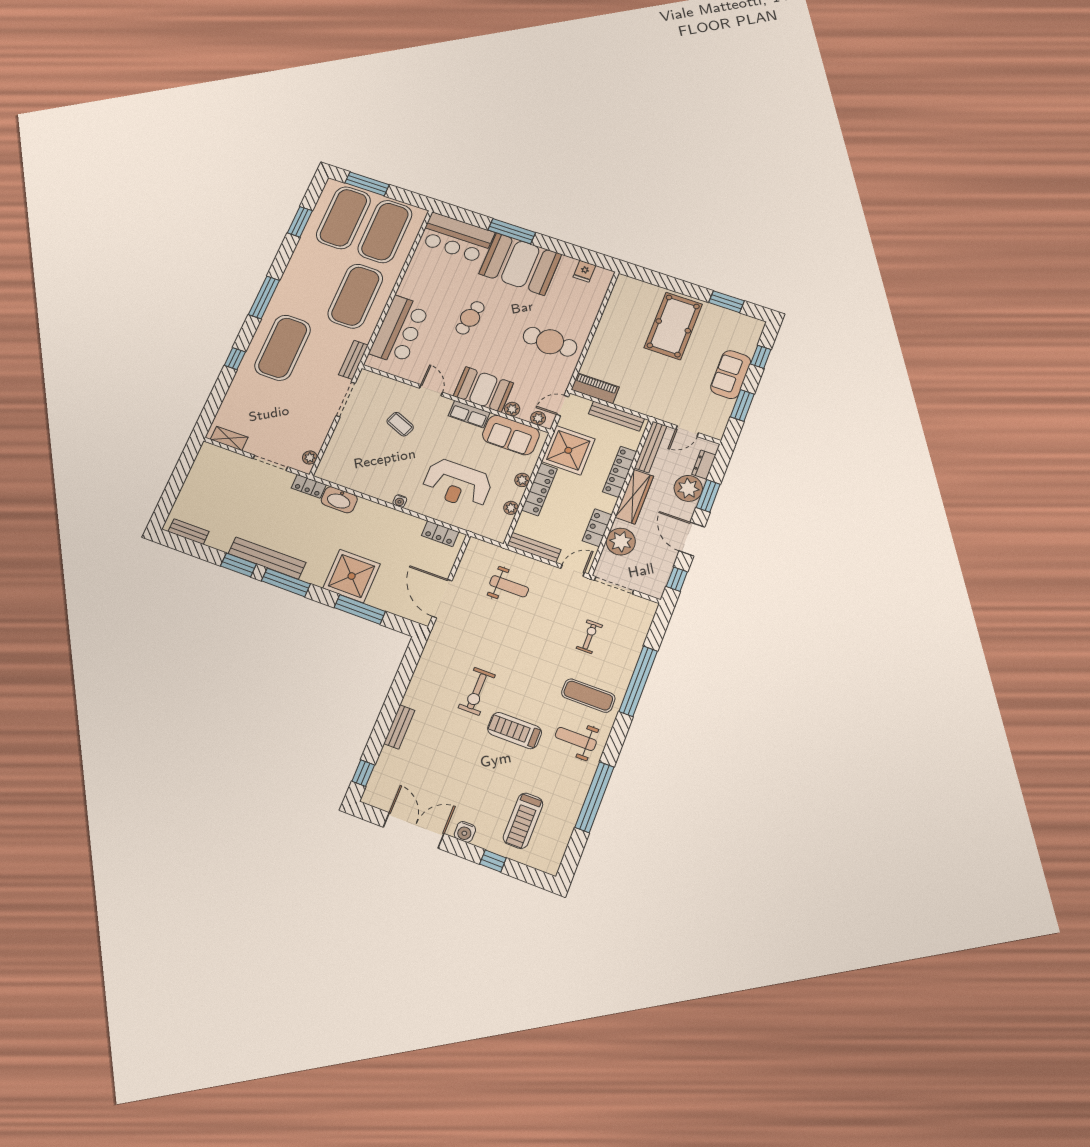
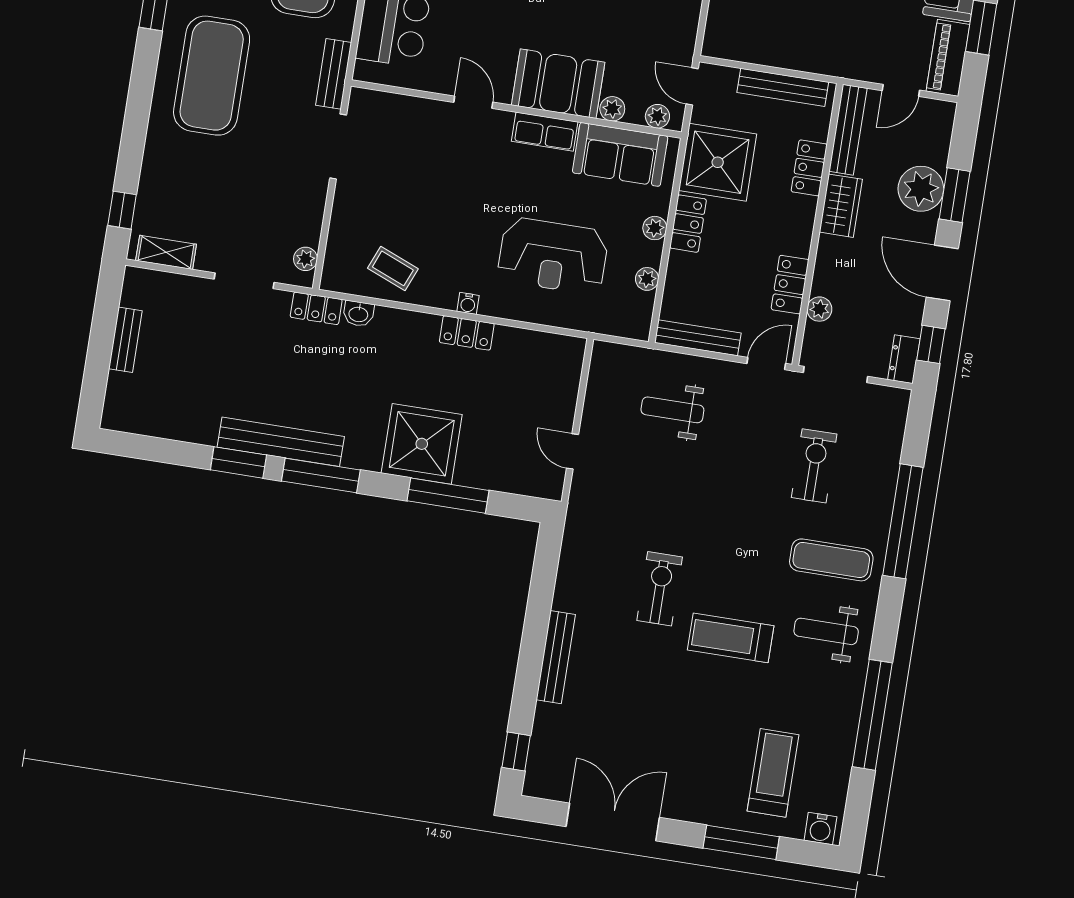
window: (235, 359) -> (122, 210), moved
piano: (595, 388) -> (948, 58), moved, turned -90
door: (562, 406) -> (692, 86), hinge flipped
coffee table: (400, 424) -> (393, 268), moved
dresser: (704, 465) -> (904, 359), moved
locker: (620, 472) -> (809, 168), width x0.66
locker: (539, 489) -> (688, 224), width x0.66
wardrobe: (634, 497) -> (841, 206), width x0.67
washbasin: (339, 500) -> (358, 314), width x0.52, depth x0.69
bench: (189, 532) -> (125, 340), moved, turned 90
locker: (440, 534) -> (467, 333), moved
plant: (621, 542) -> (819, 309), width x0.53, depth x0.53
weight bench: (509, 586) -> (672, 410), turned 180
door: (442, 599) -> (572, 451), width x0.53
exercise bike: (589, 637) -> (814, 466), width x1.38, depth x1.39
exercise bike: (477, 691) -> (660, 589), turned 180
bench: (399, 727) -> (556, 657), width x1.36
treadmill: (523, 821) -> (773, 773), turned 180
water cooler: (465, 832) -> (820, 829), moved
window: (493, 861) -> (741, 842), width x2.17

